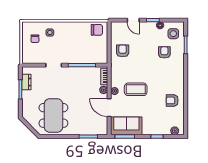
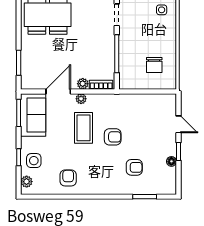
door: (133, 20) -> (179, 124), swing flipped
chair: (97, 30) -> (154, 65), moved
side table: (173, 34) -> (34, 161), moved
armchair: (123, 51) -> (113, 137), moved

